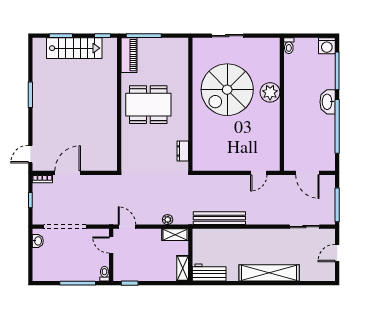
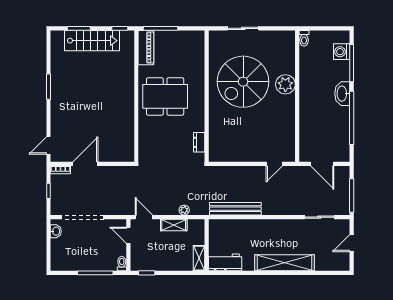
washing machine: (327, 46) -> (342, 52), moved, turned 90
shelving: (175, 235) -> (174, 225), moved

